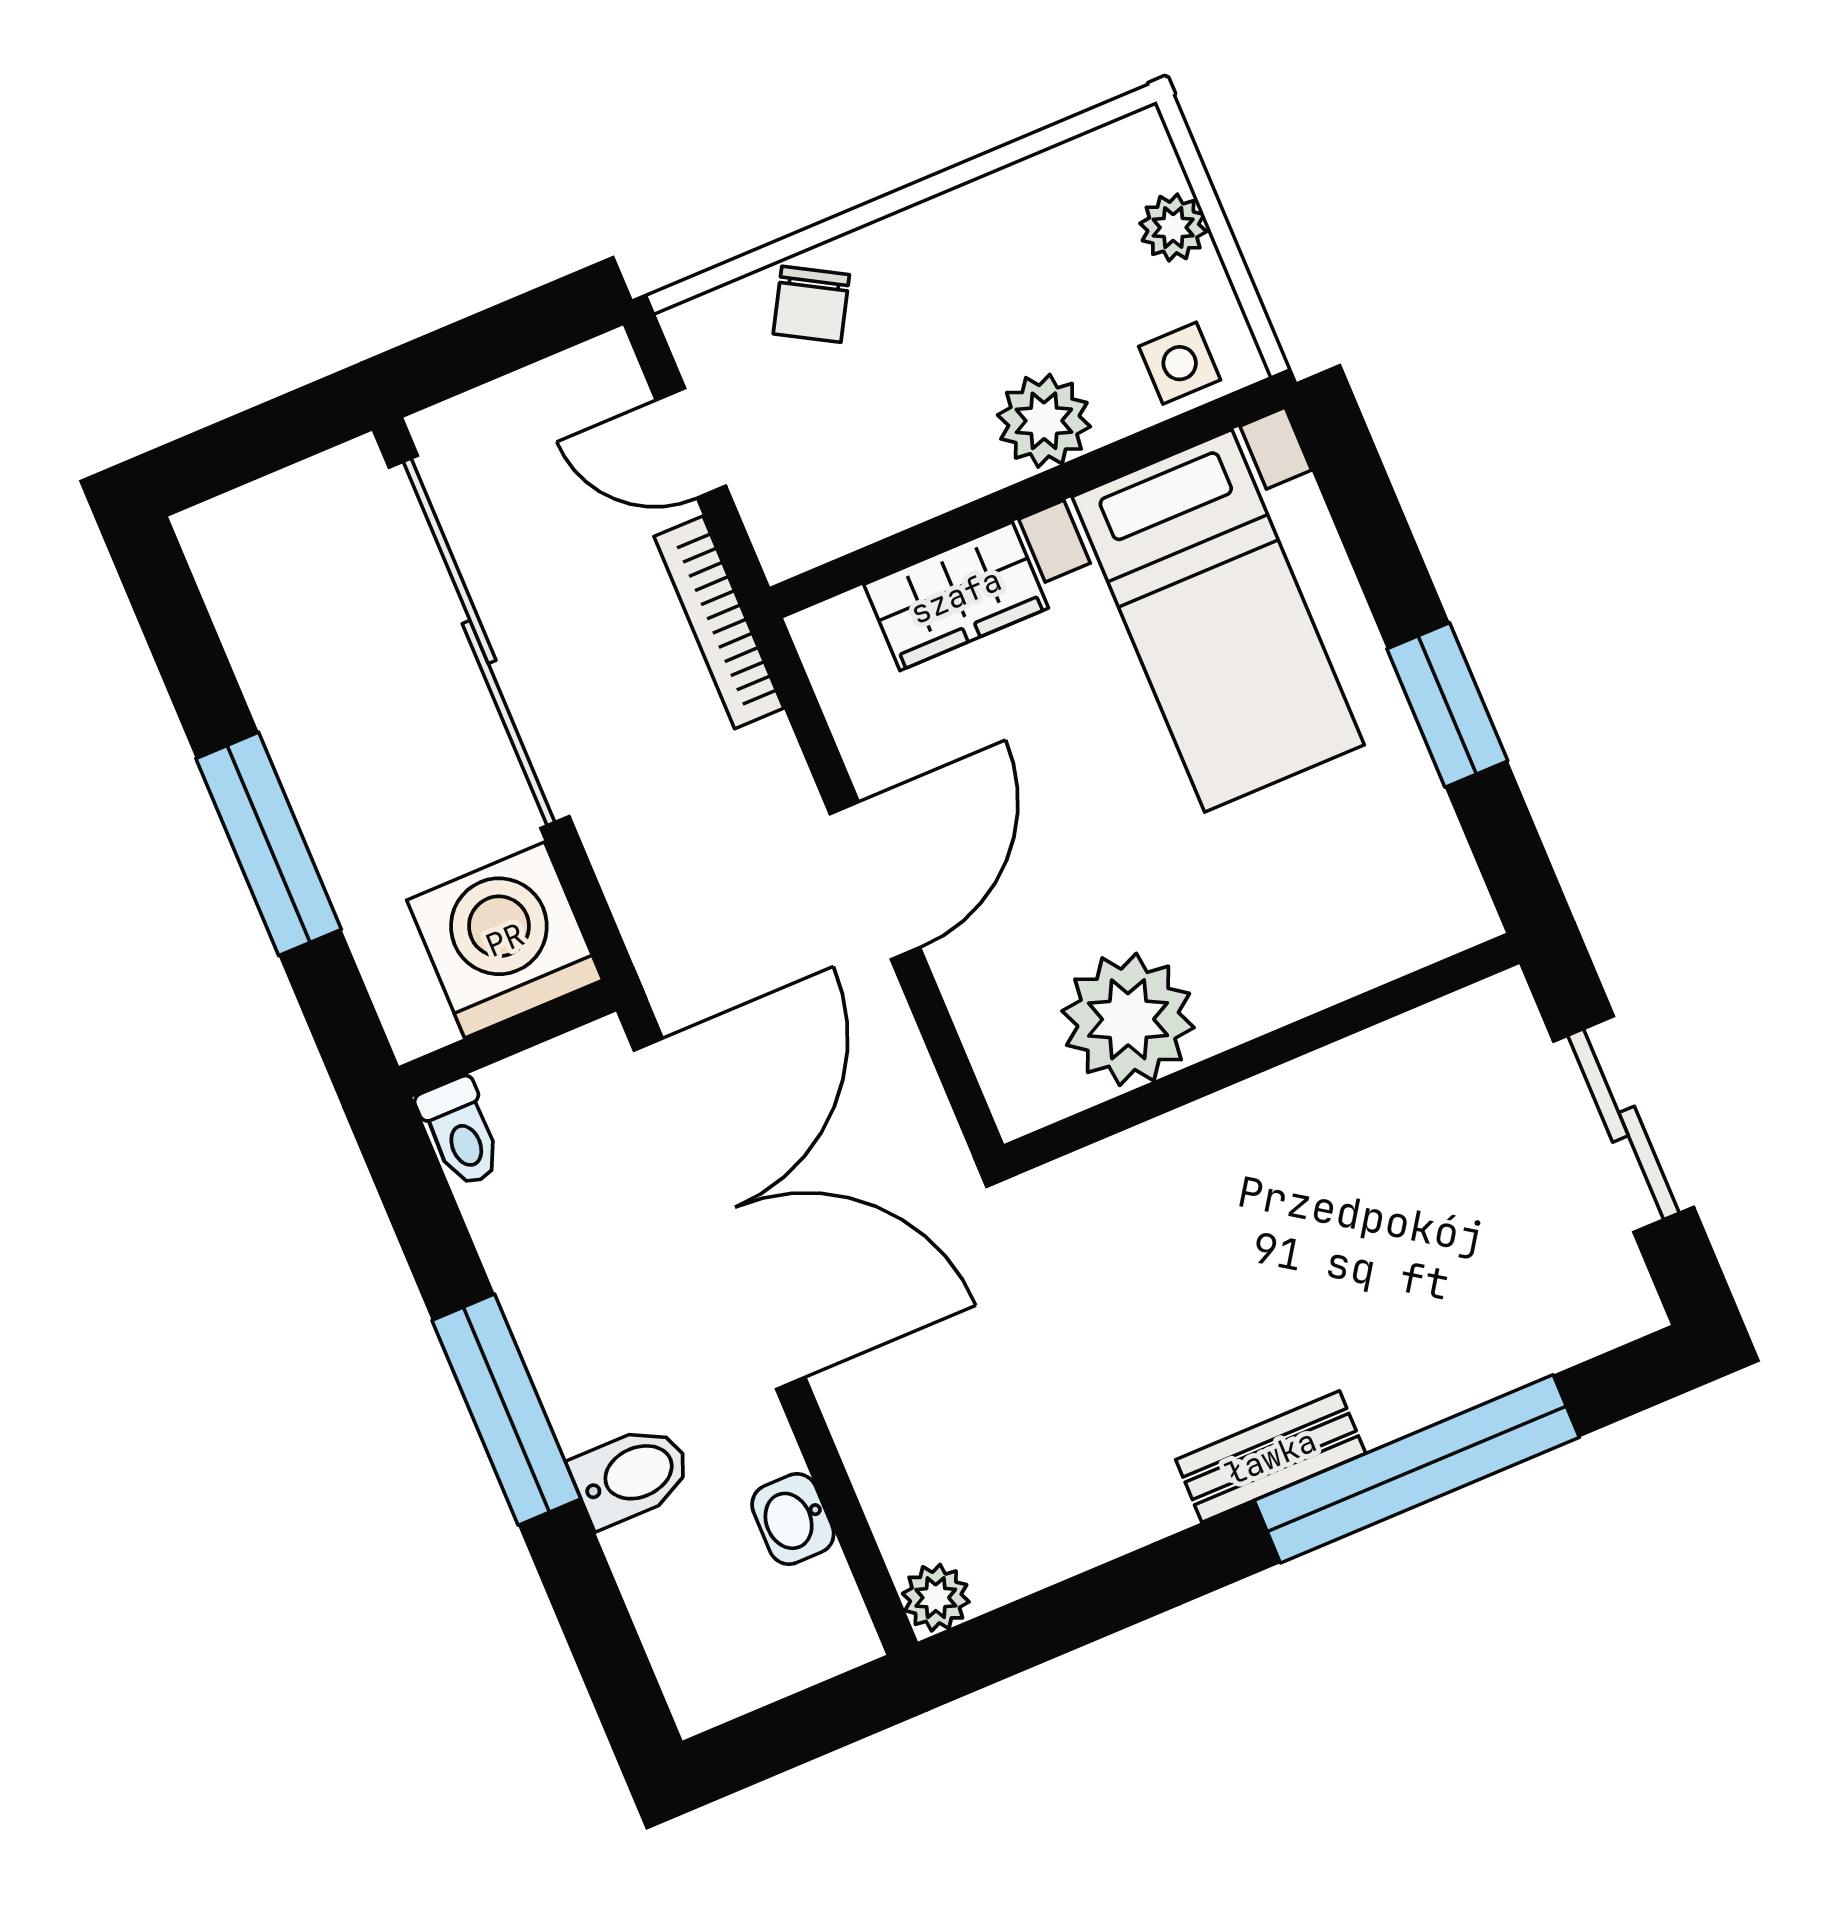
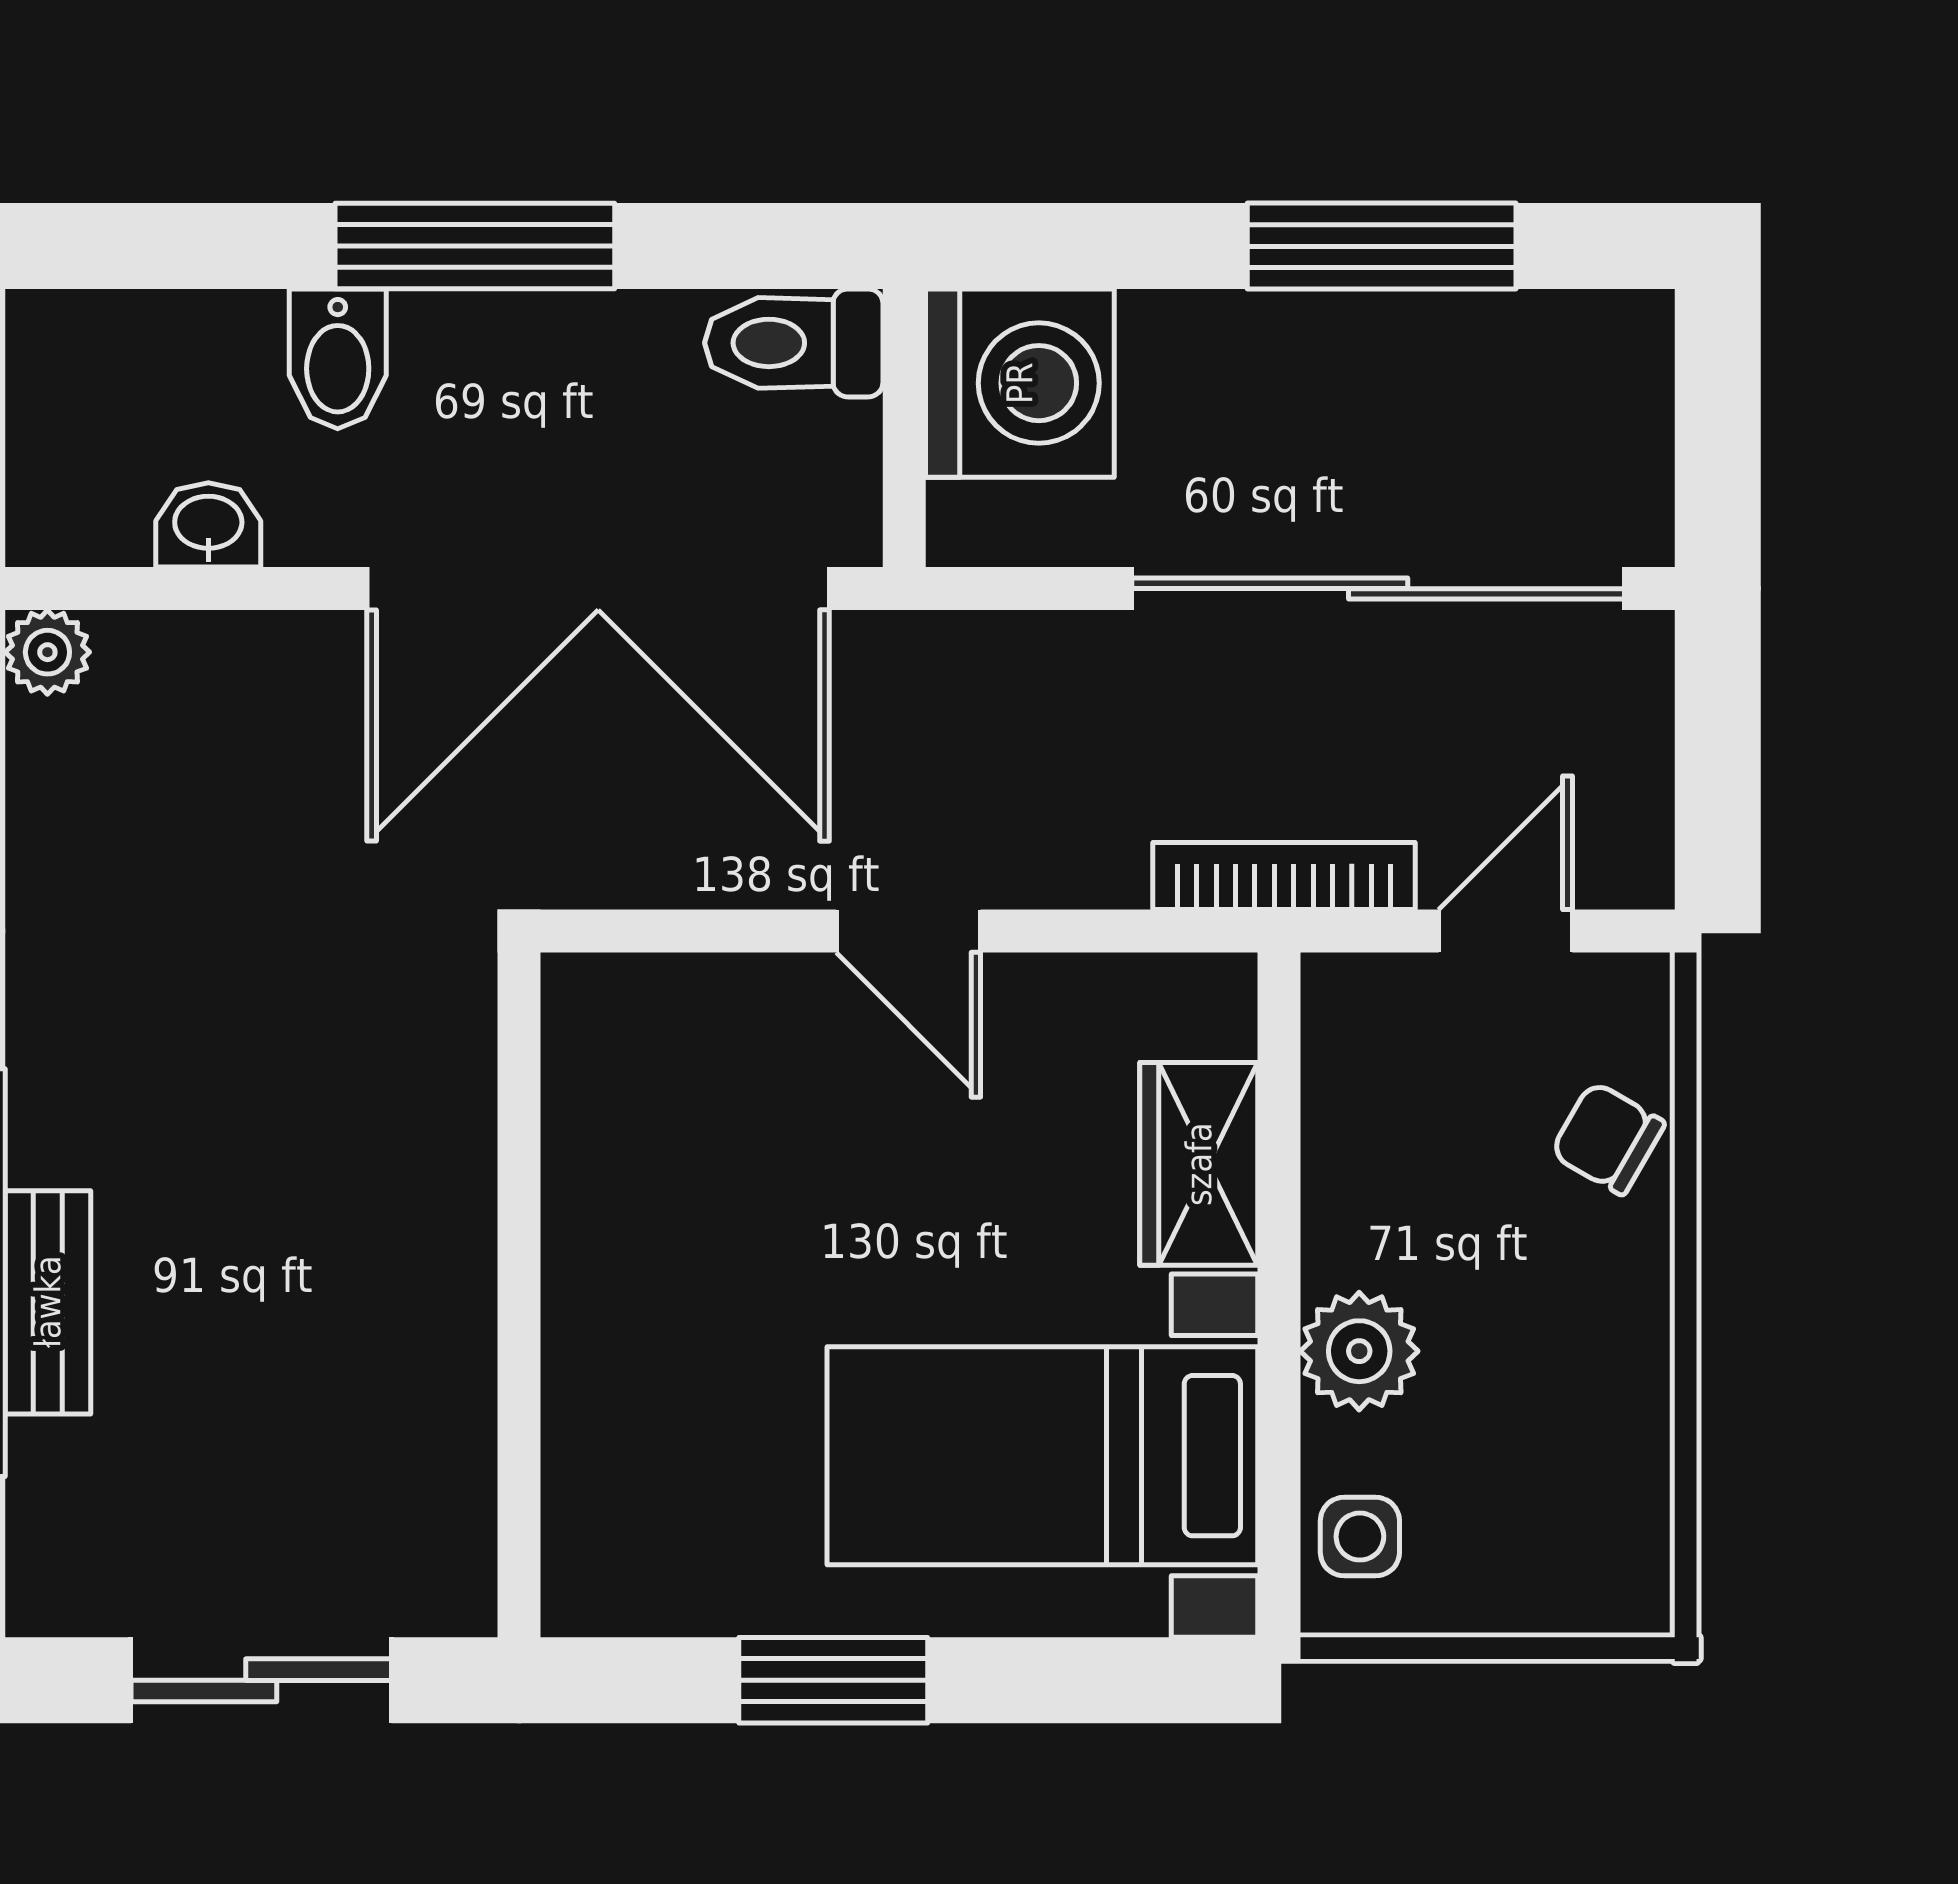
plant: (1173, 228) -> (1520, 1595), removed
window: (269, 844) -> (1382, 246), moved
door: (875, 881) -> (908, 931), width x0.73
washing machine: (505, 940) -> (1020, 383), moved
plant: (1128, 1019) -> (624, 1157), removed
toilet: (461, 1132) -> (794, 343), width x1.37, depth x1.39
bench: (1271, 1457) -> (48, 1302), moved

